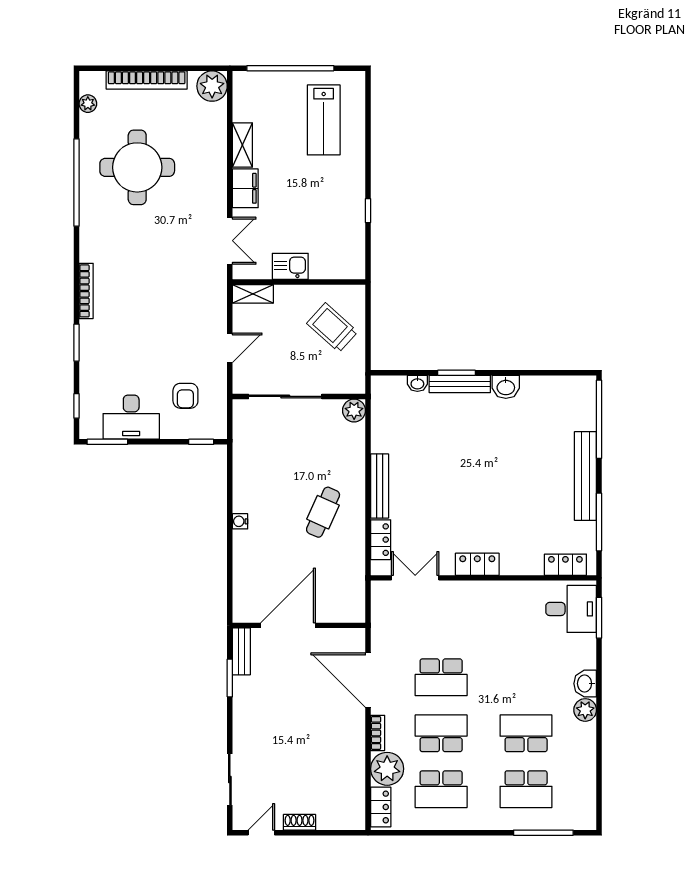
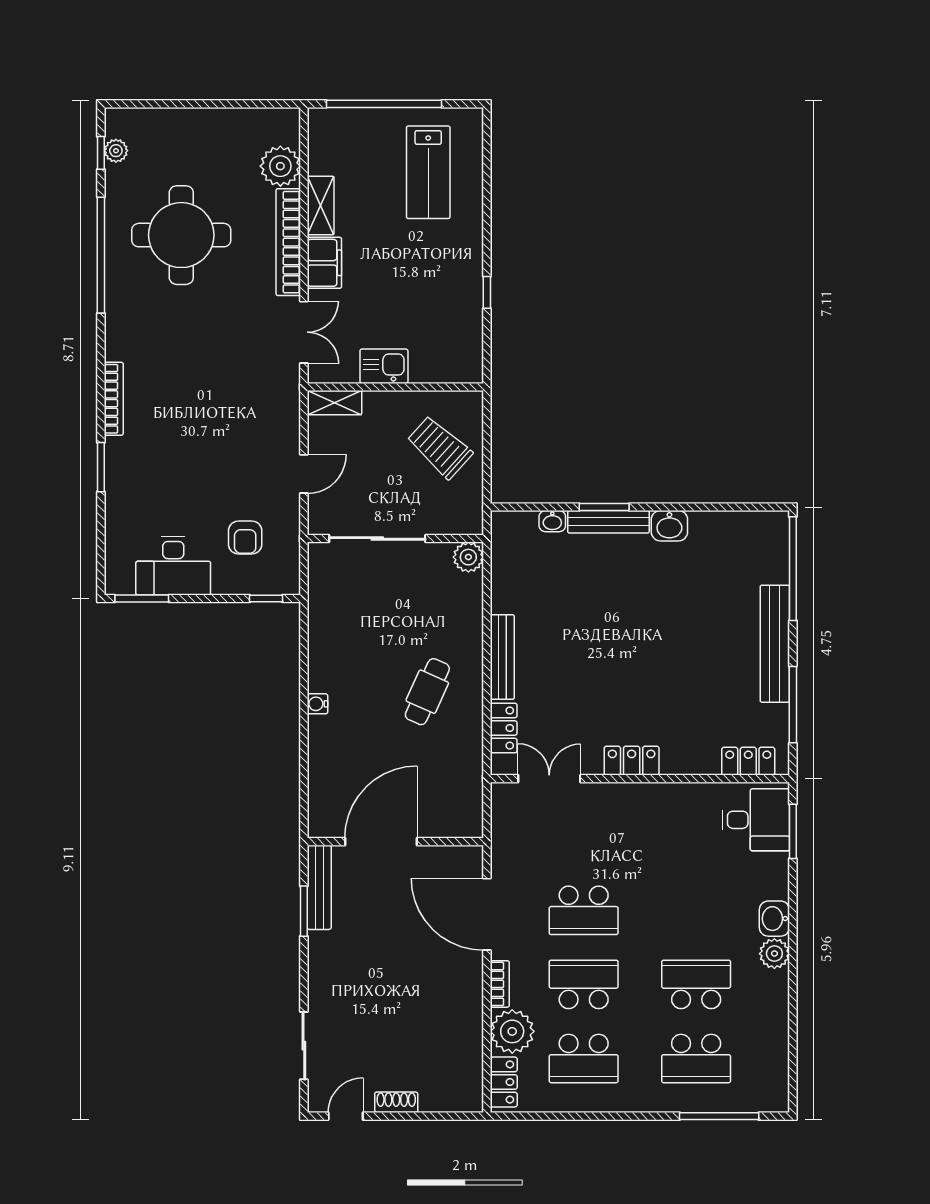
bookcase: (147, 80) -> (288, 242), moved, turned 90
plant: (212, 86) -> (280, 166), moved
window: (77, 406) -> (101, 153), moved
bench: (241, 651) -> (319, 887), width x1.36

